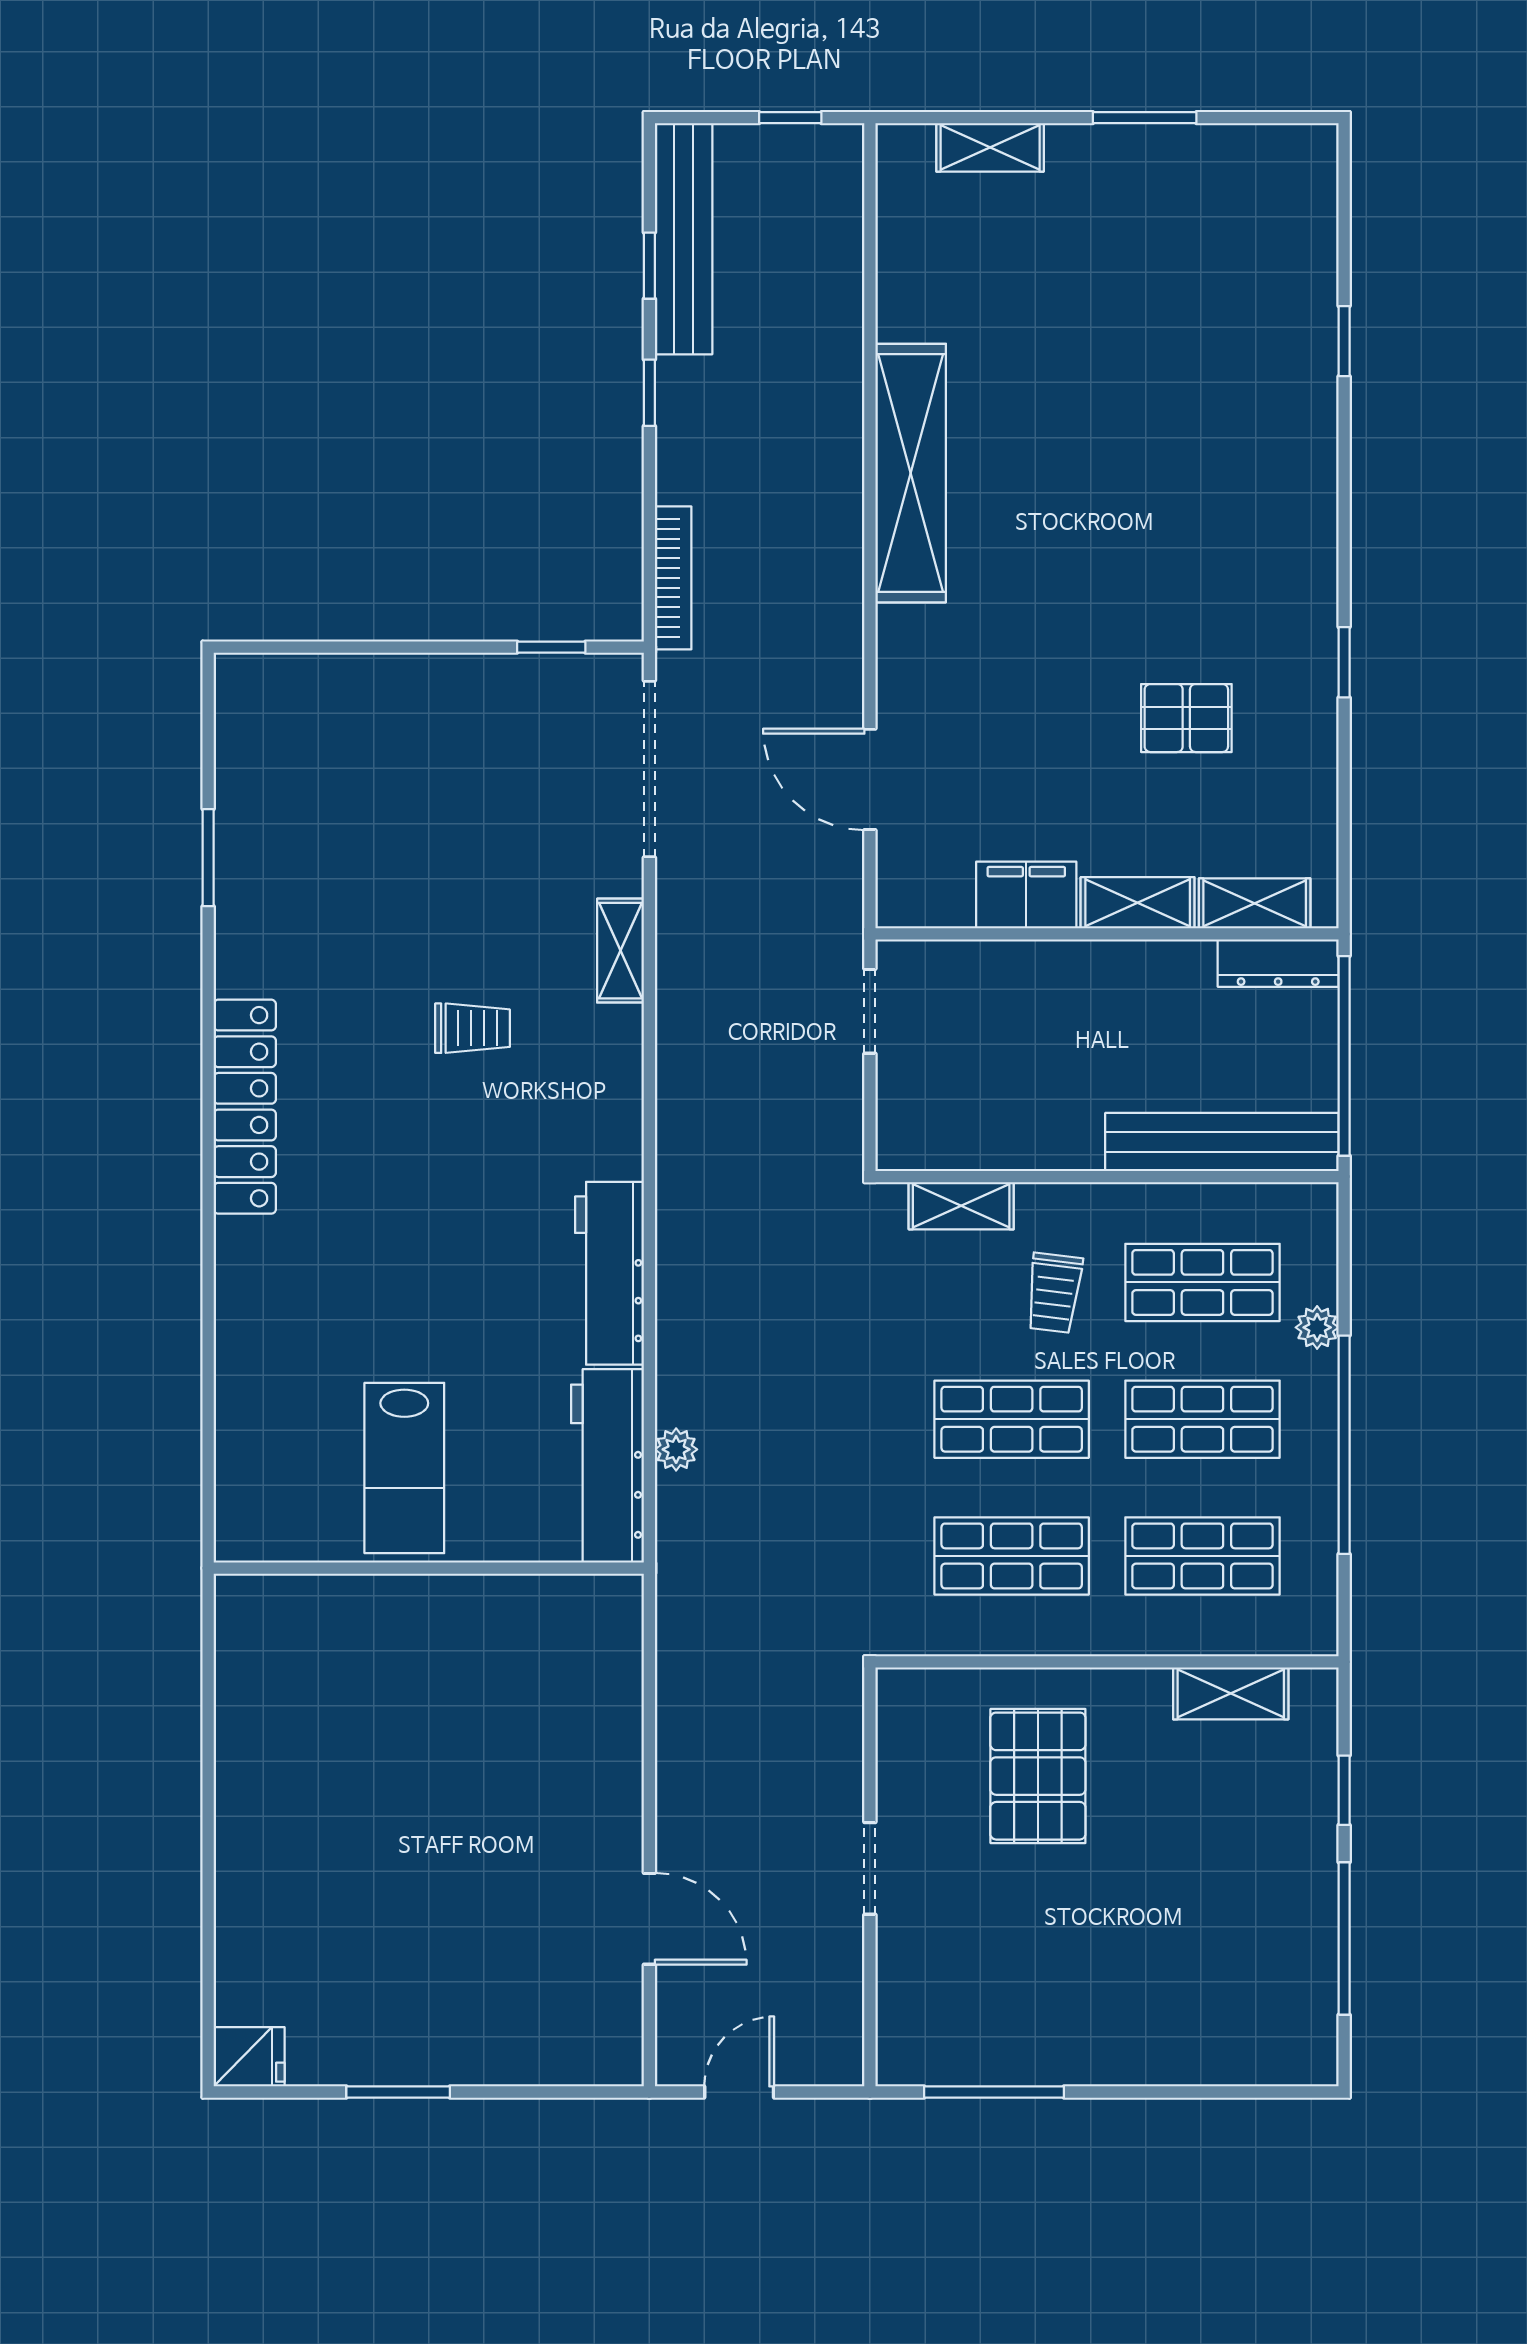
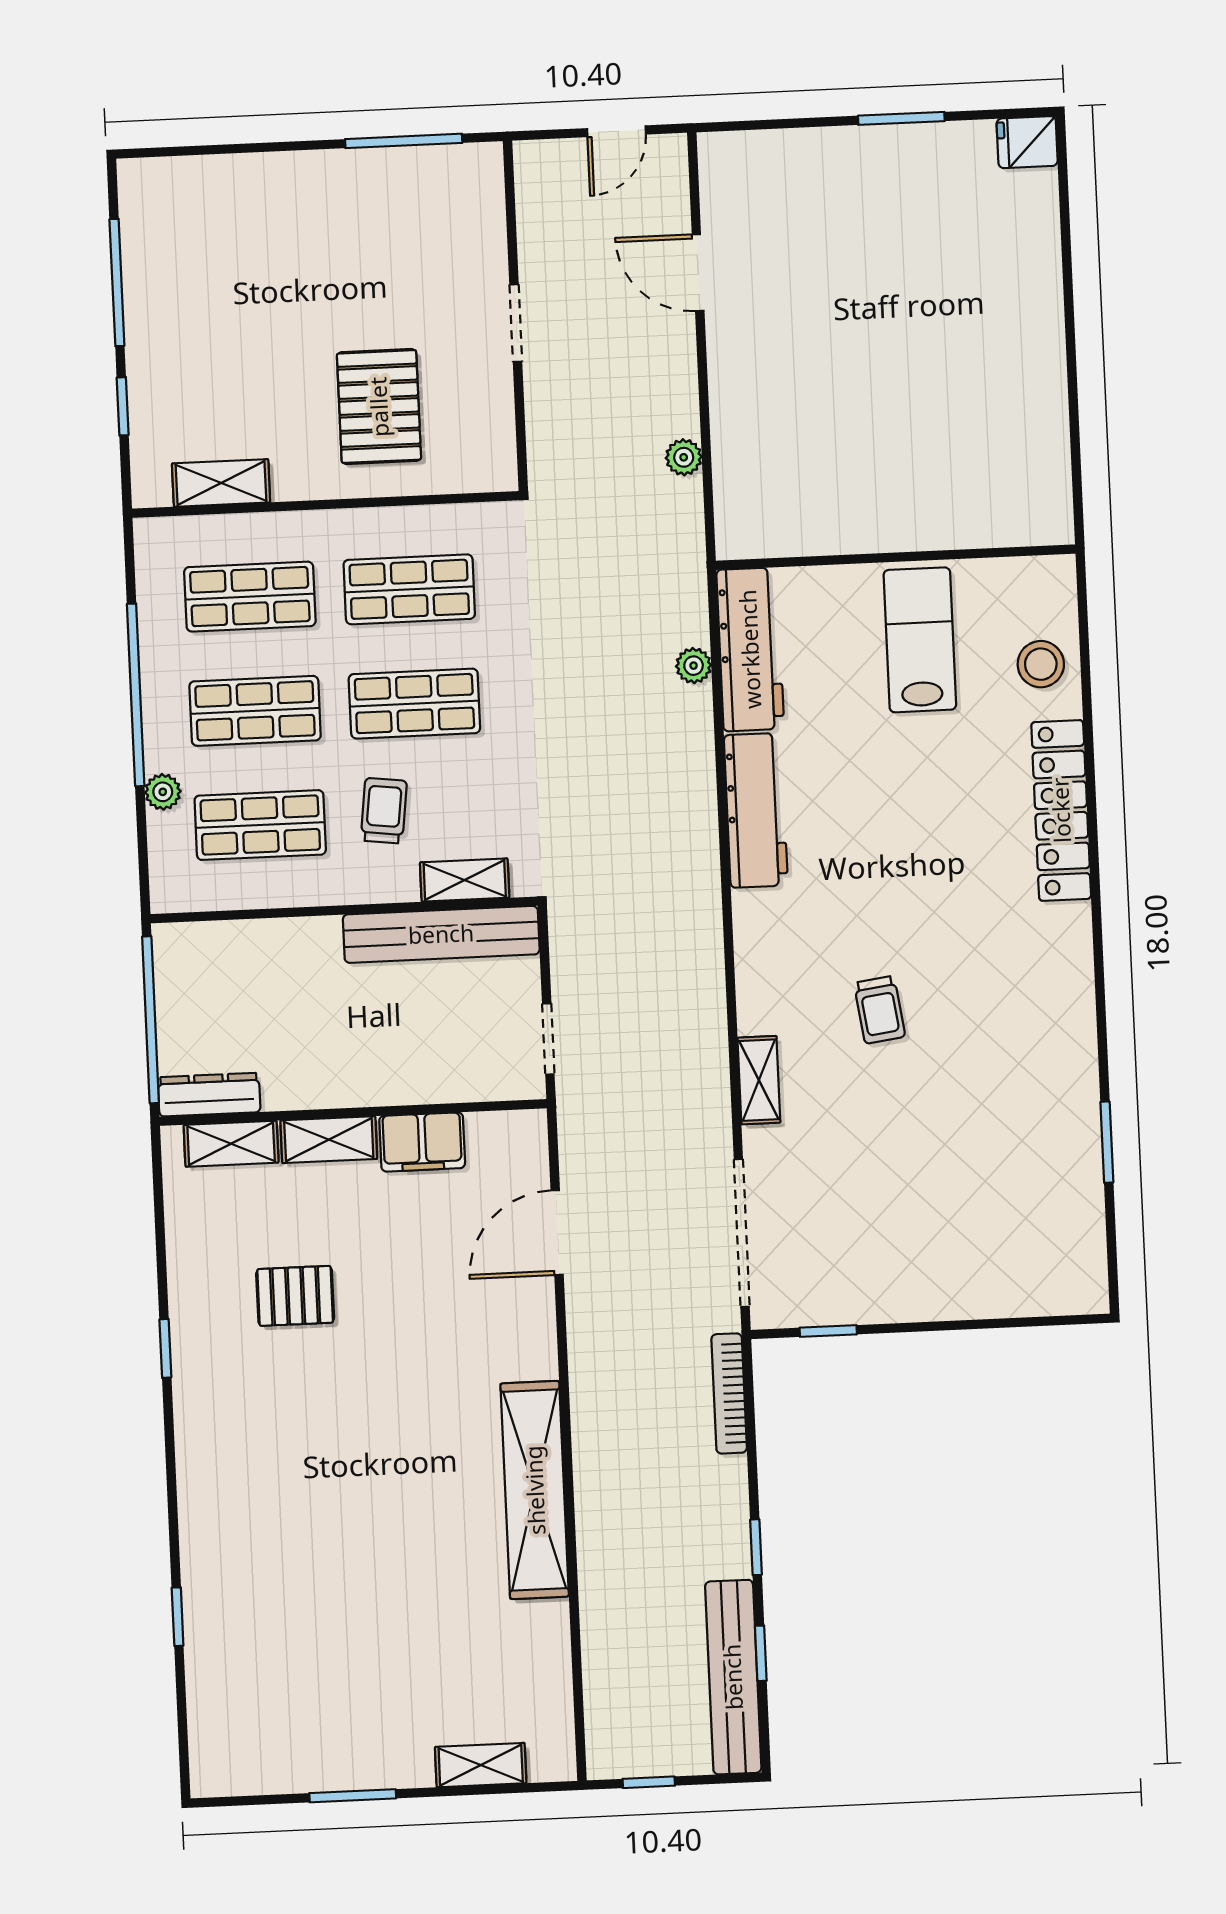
door: (870, 779) -> (557, 1233), swing flipped
trolley: (473, 1028) -> (880, 1010), turned -98
locker: (245, 1107) -> (1061, 810), moved
bench: (1222, 1142) -> (441, 934), moved
stool: (261, 1432) -> (1041, 664), added
plant: (677, 1699) -> (684, 457), added

